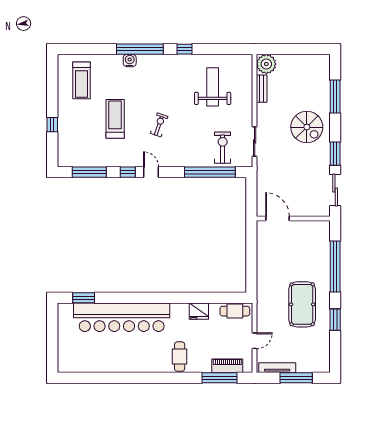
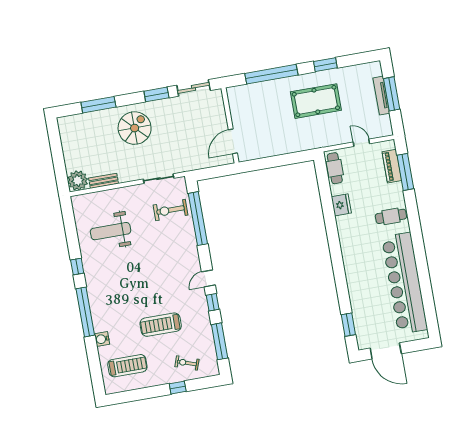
water cooler: (130, 61) -> (102, 339), moved
exercise bike: (159, 125) -> (187, 363), moved
bar counter: (122, 317) -> (405, 283), moved, turned 180
door: (52, 329) -> (386, 351), added
tv unit: (277, 368) -> (381, 96), moved

